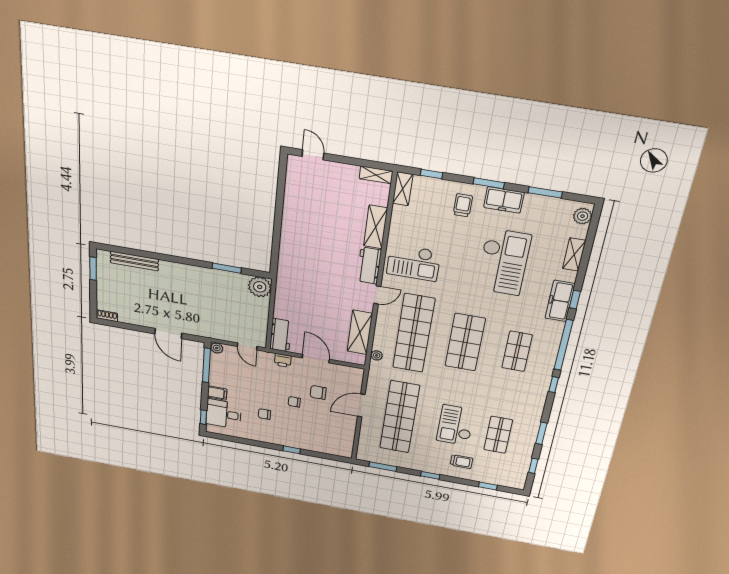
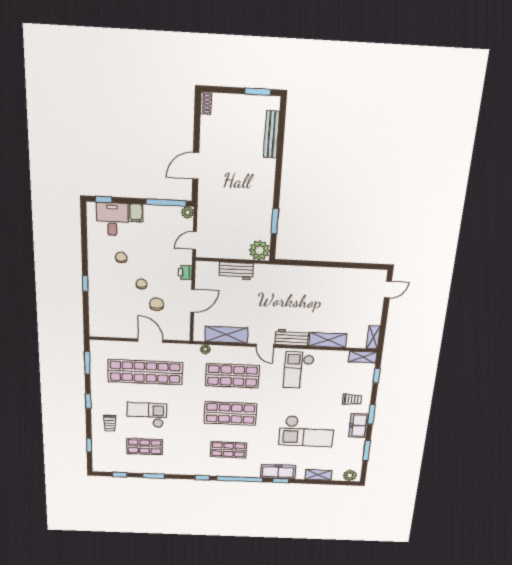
shop shelf: (414, 333) -> (232, 376), width x0.71
workbench: (281, 335) -> (236, 271), moved

